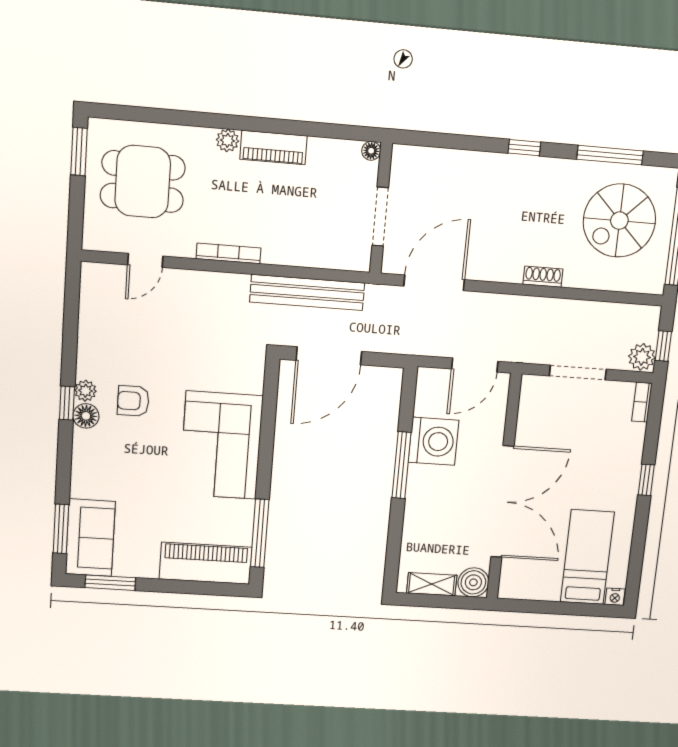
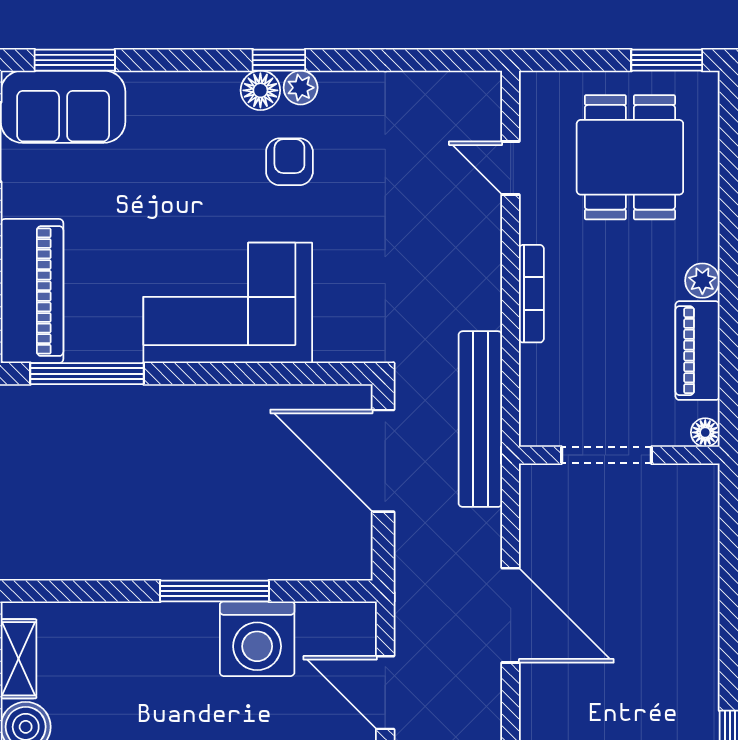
floor lamp: (371, 151) -> (705, 432), moved
wall: (381, 208) -> (619, 455), moved
doorway: (380, 217) -> (607, 455), moved

